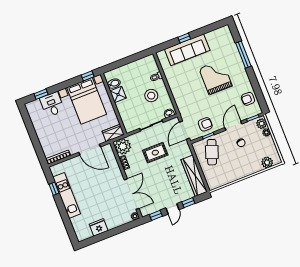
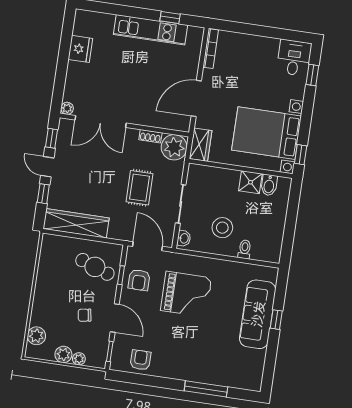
grand piano: (216, 77) -> (186, 294), moved
desk: (52, 104) -> (294, 58), moved, turned -90
plant: (262, 124) -> (63, 354), moved

